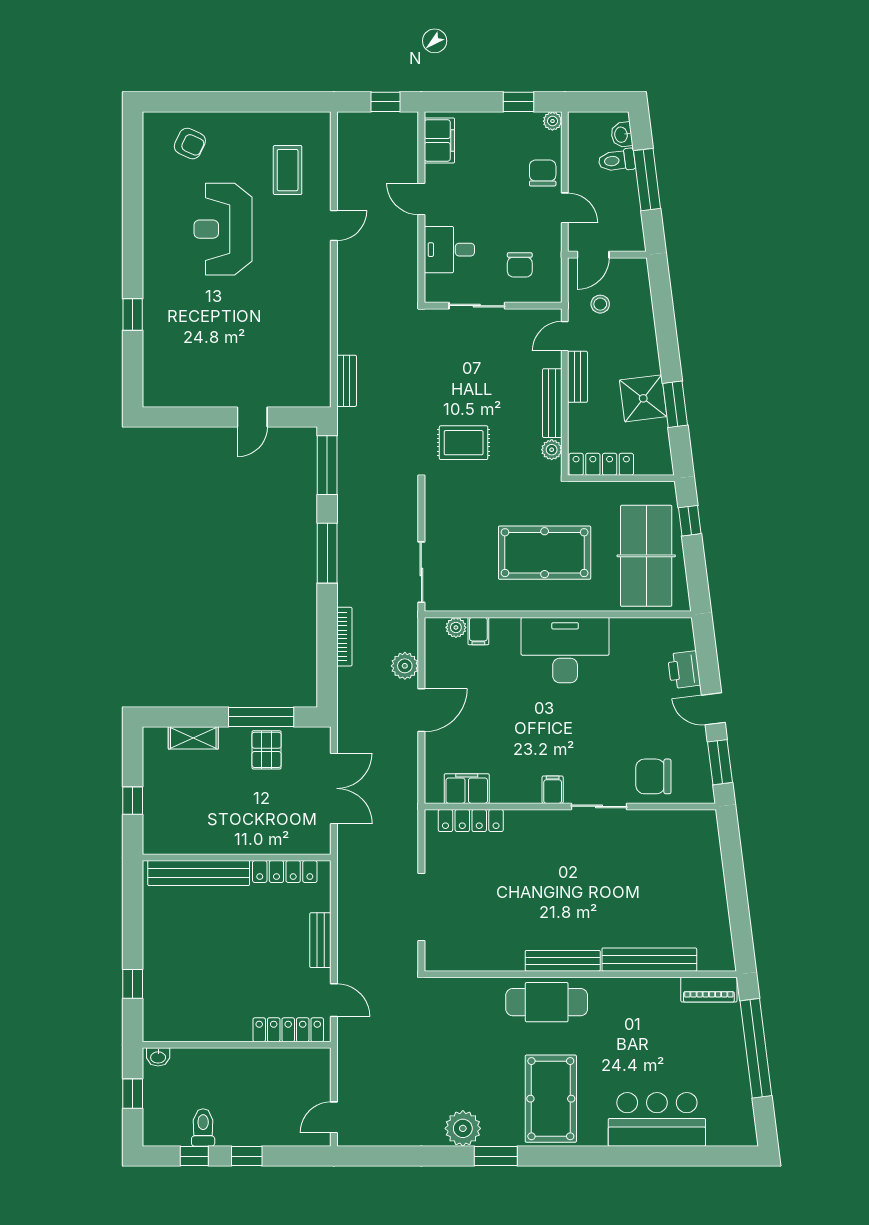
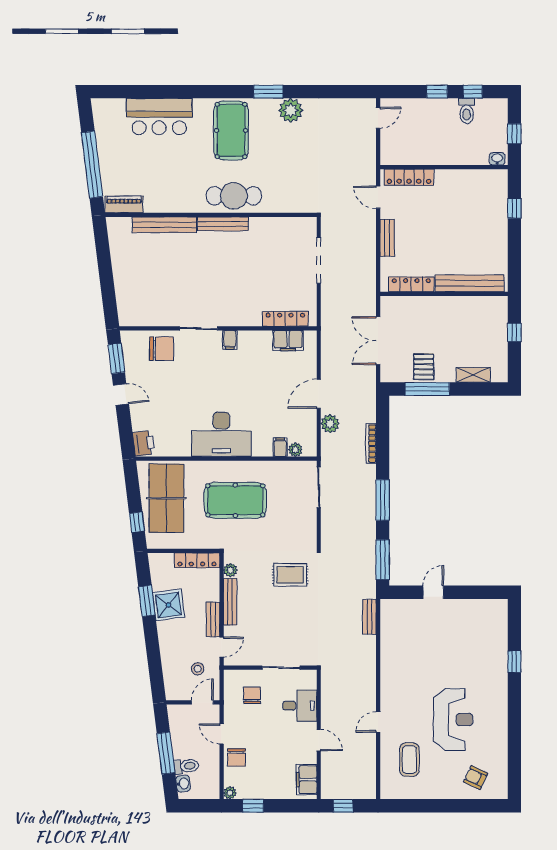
printer: (684, 670) -> (144, 443), moved

